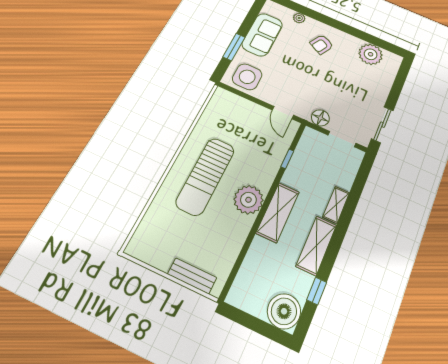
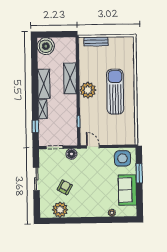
armchair: (322, 44) -> (65, 187), moved
sliding door: (382, 125) -> (36, 179), moved
shelving: (278, 212) -> (70, 78), moved
window: (317, 291) -> (35, 126), moved

